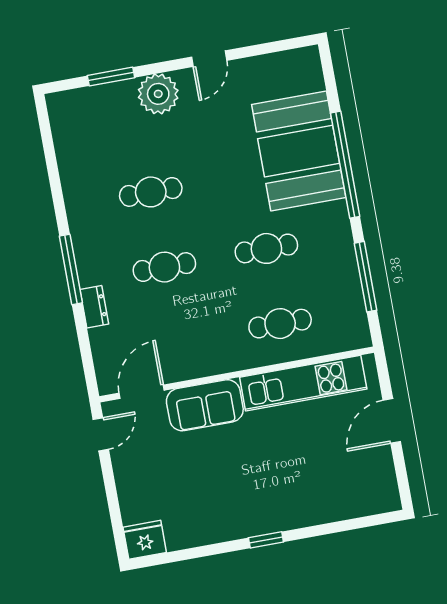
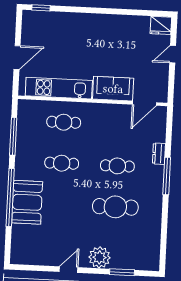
booth: (299, 151) -> (27, 202), width x0.73, depth x0.70
cafe table: (151, 192) -> (115, 207), width x1.37, depth x1.35
door: (101, 434) -> (173, 54), moved
window: (266, 540) -> (41, 8), moved

